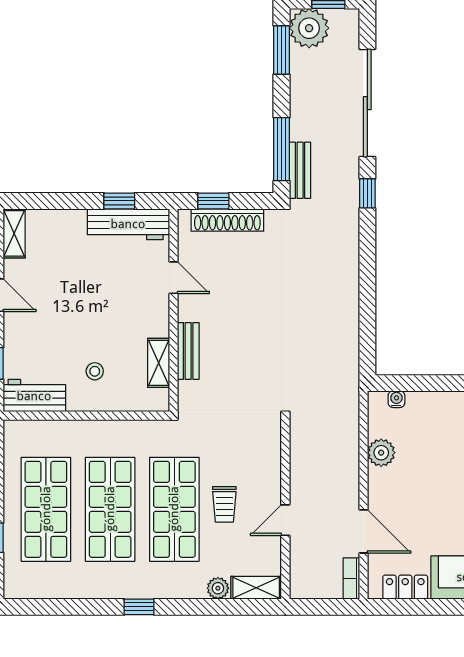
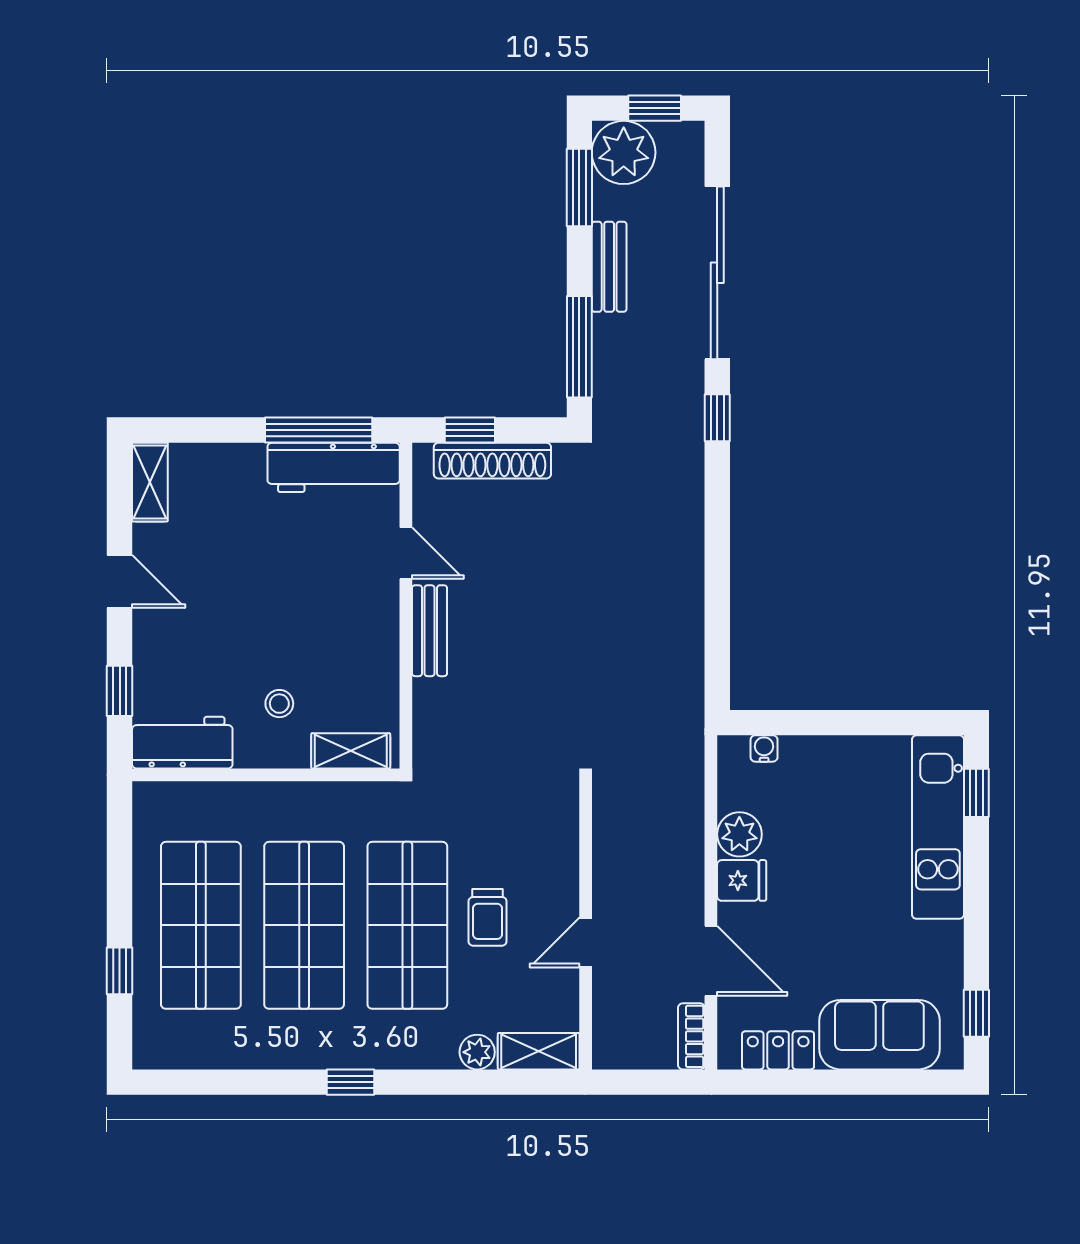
bench: (300, 170) -> (609, 267), moved
window: (119, 201) -> (319, 430), width x2.17
bench: (188, 351) -> (430, 631), moved
shelving: (159, 363) -> (351, 751), moved, turned 90
fridge: (383, 481) -> (742, 880), added

